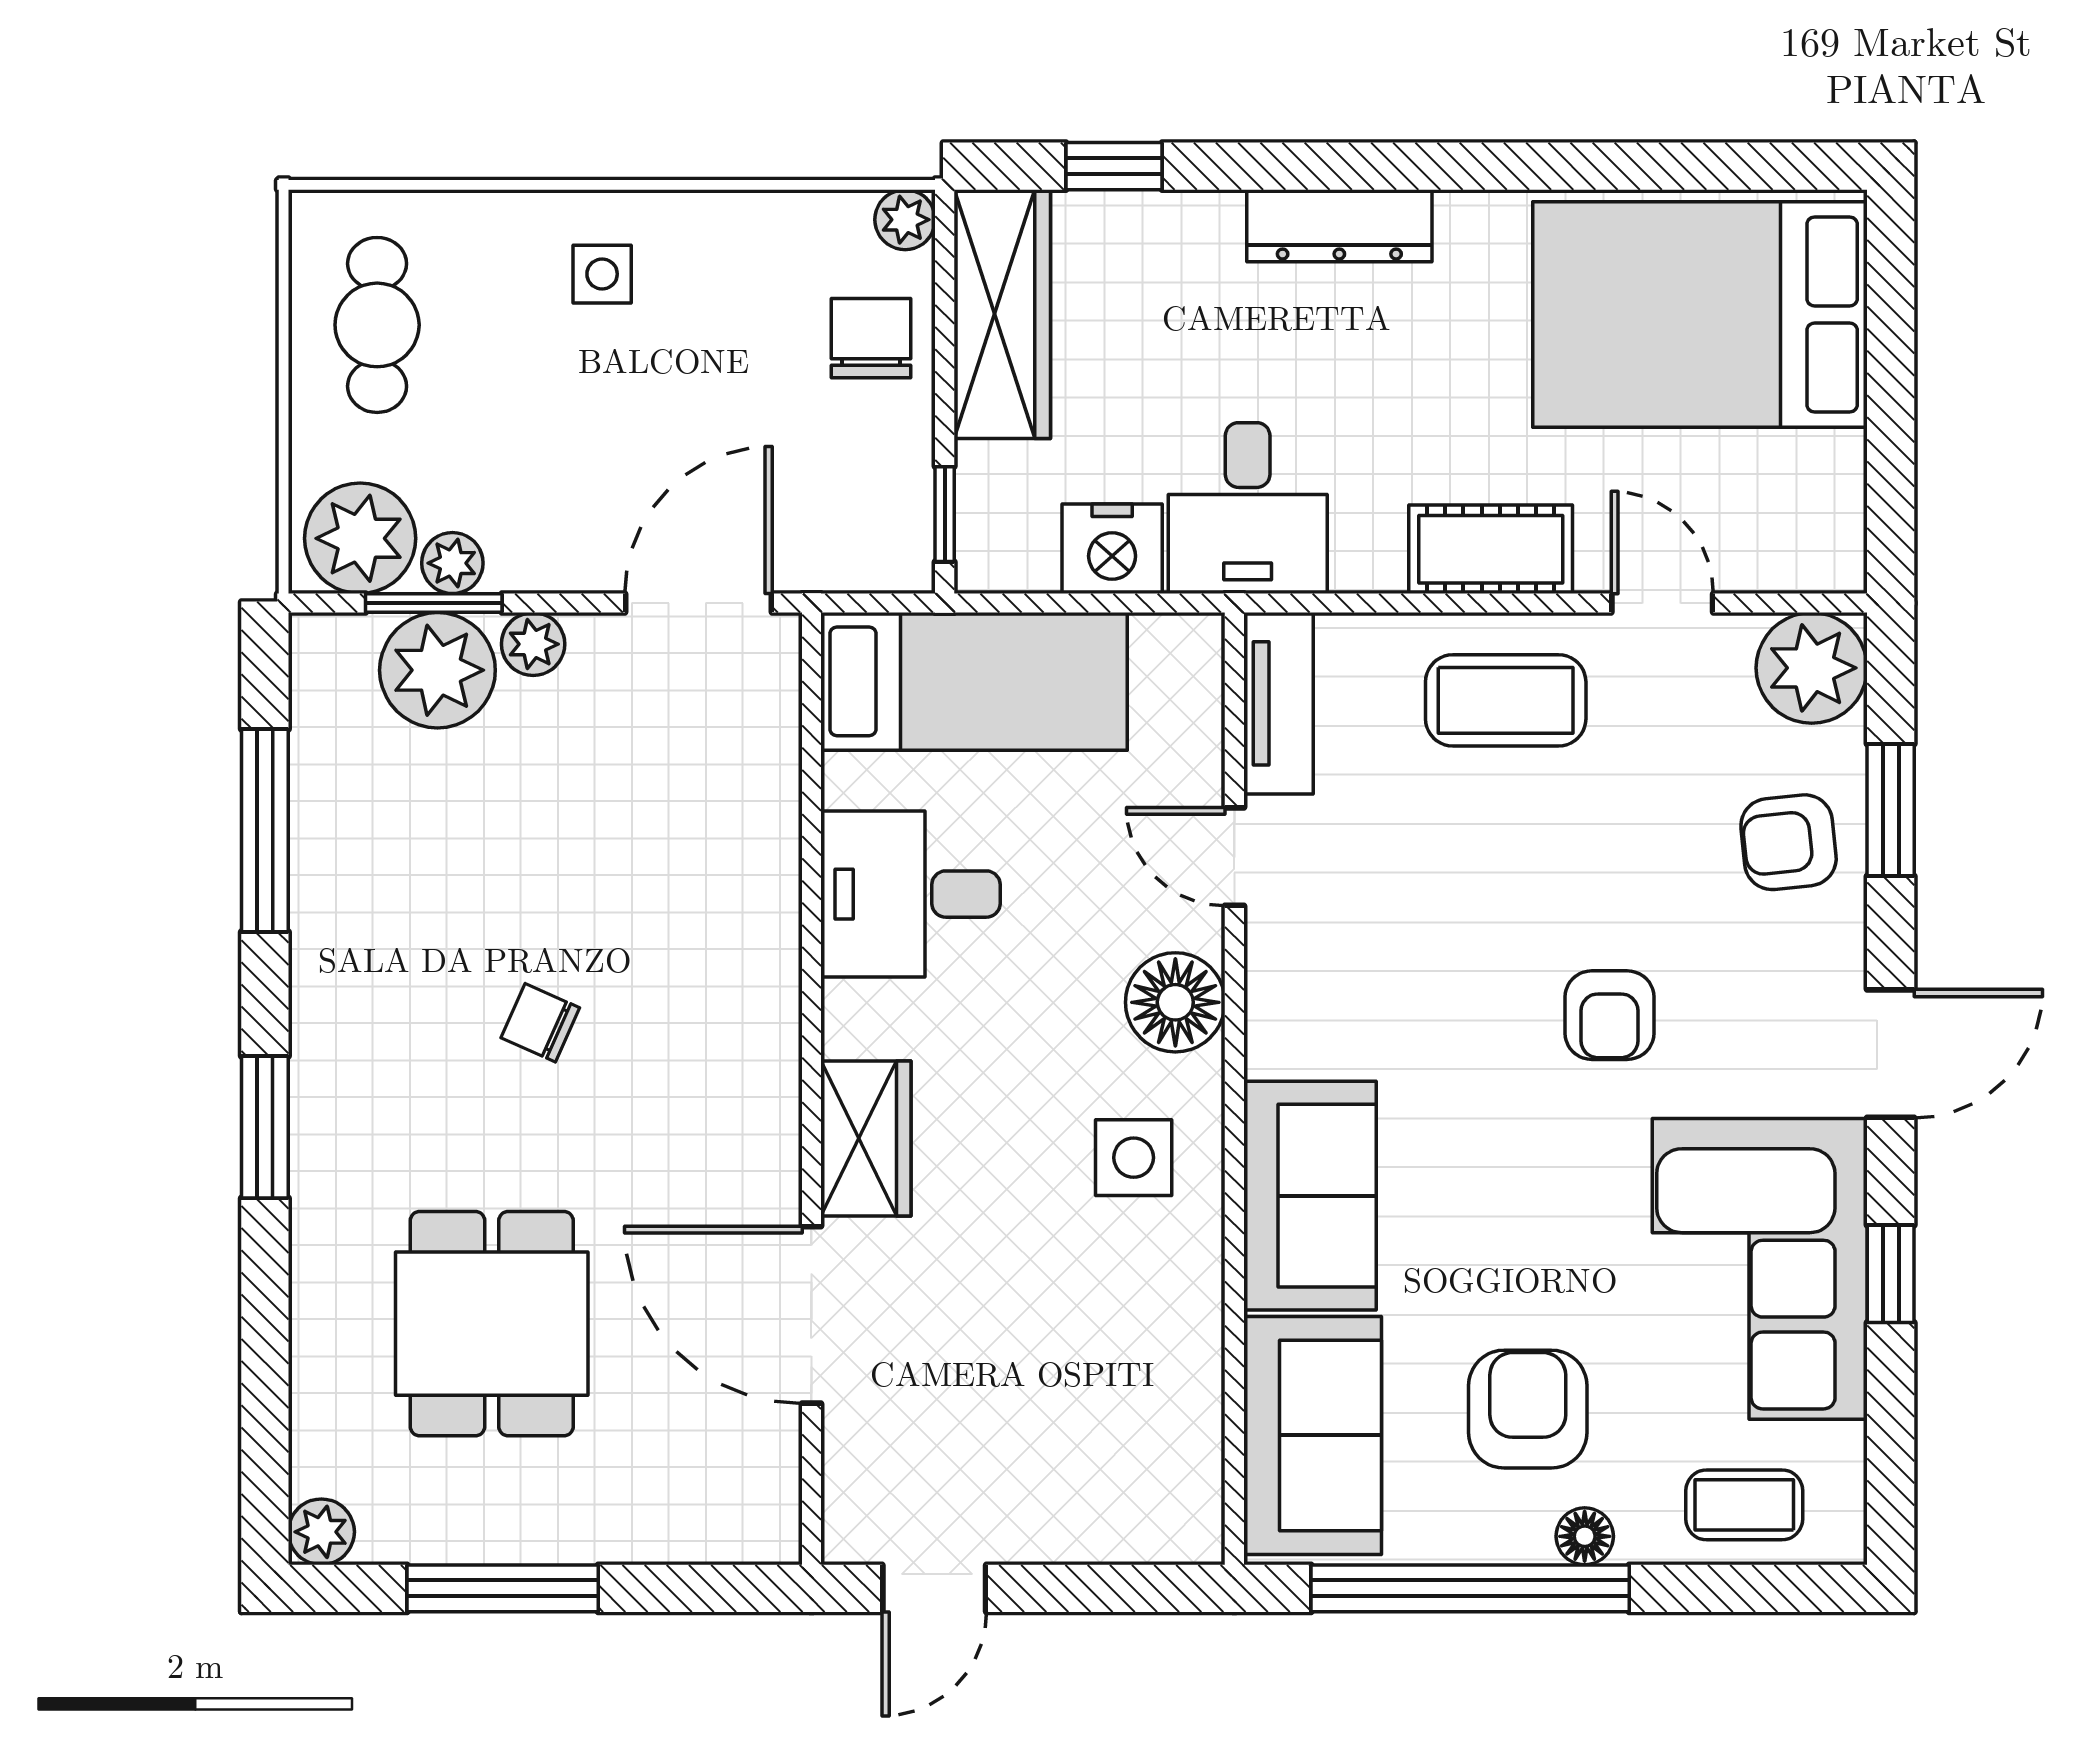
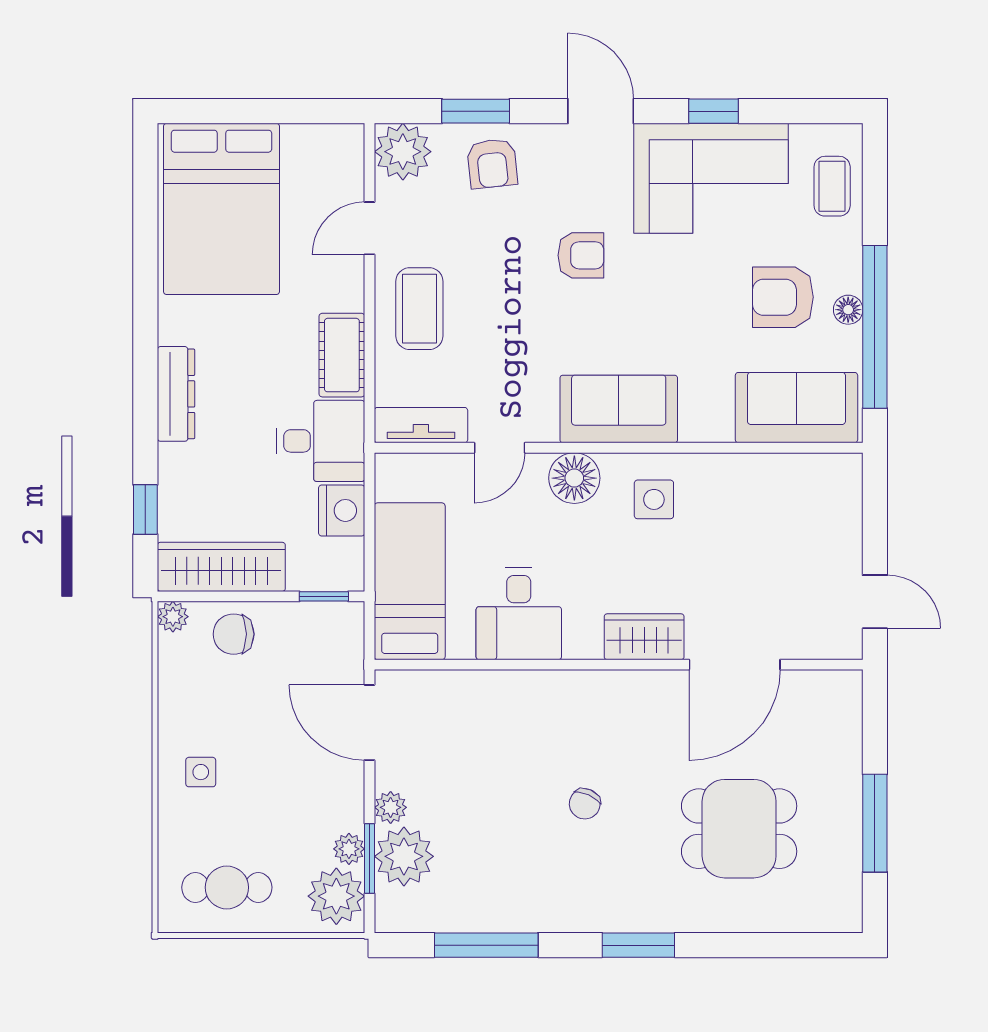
cot: (1491, 549) -> (342, 355), moved
sofa: (1310, 1196) -> (619, 409), moved
plant: (321, 1532) -> (846, 916), removed
floor lamp: (1585, 1536) -> (848, 310), moved

